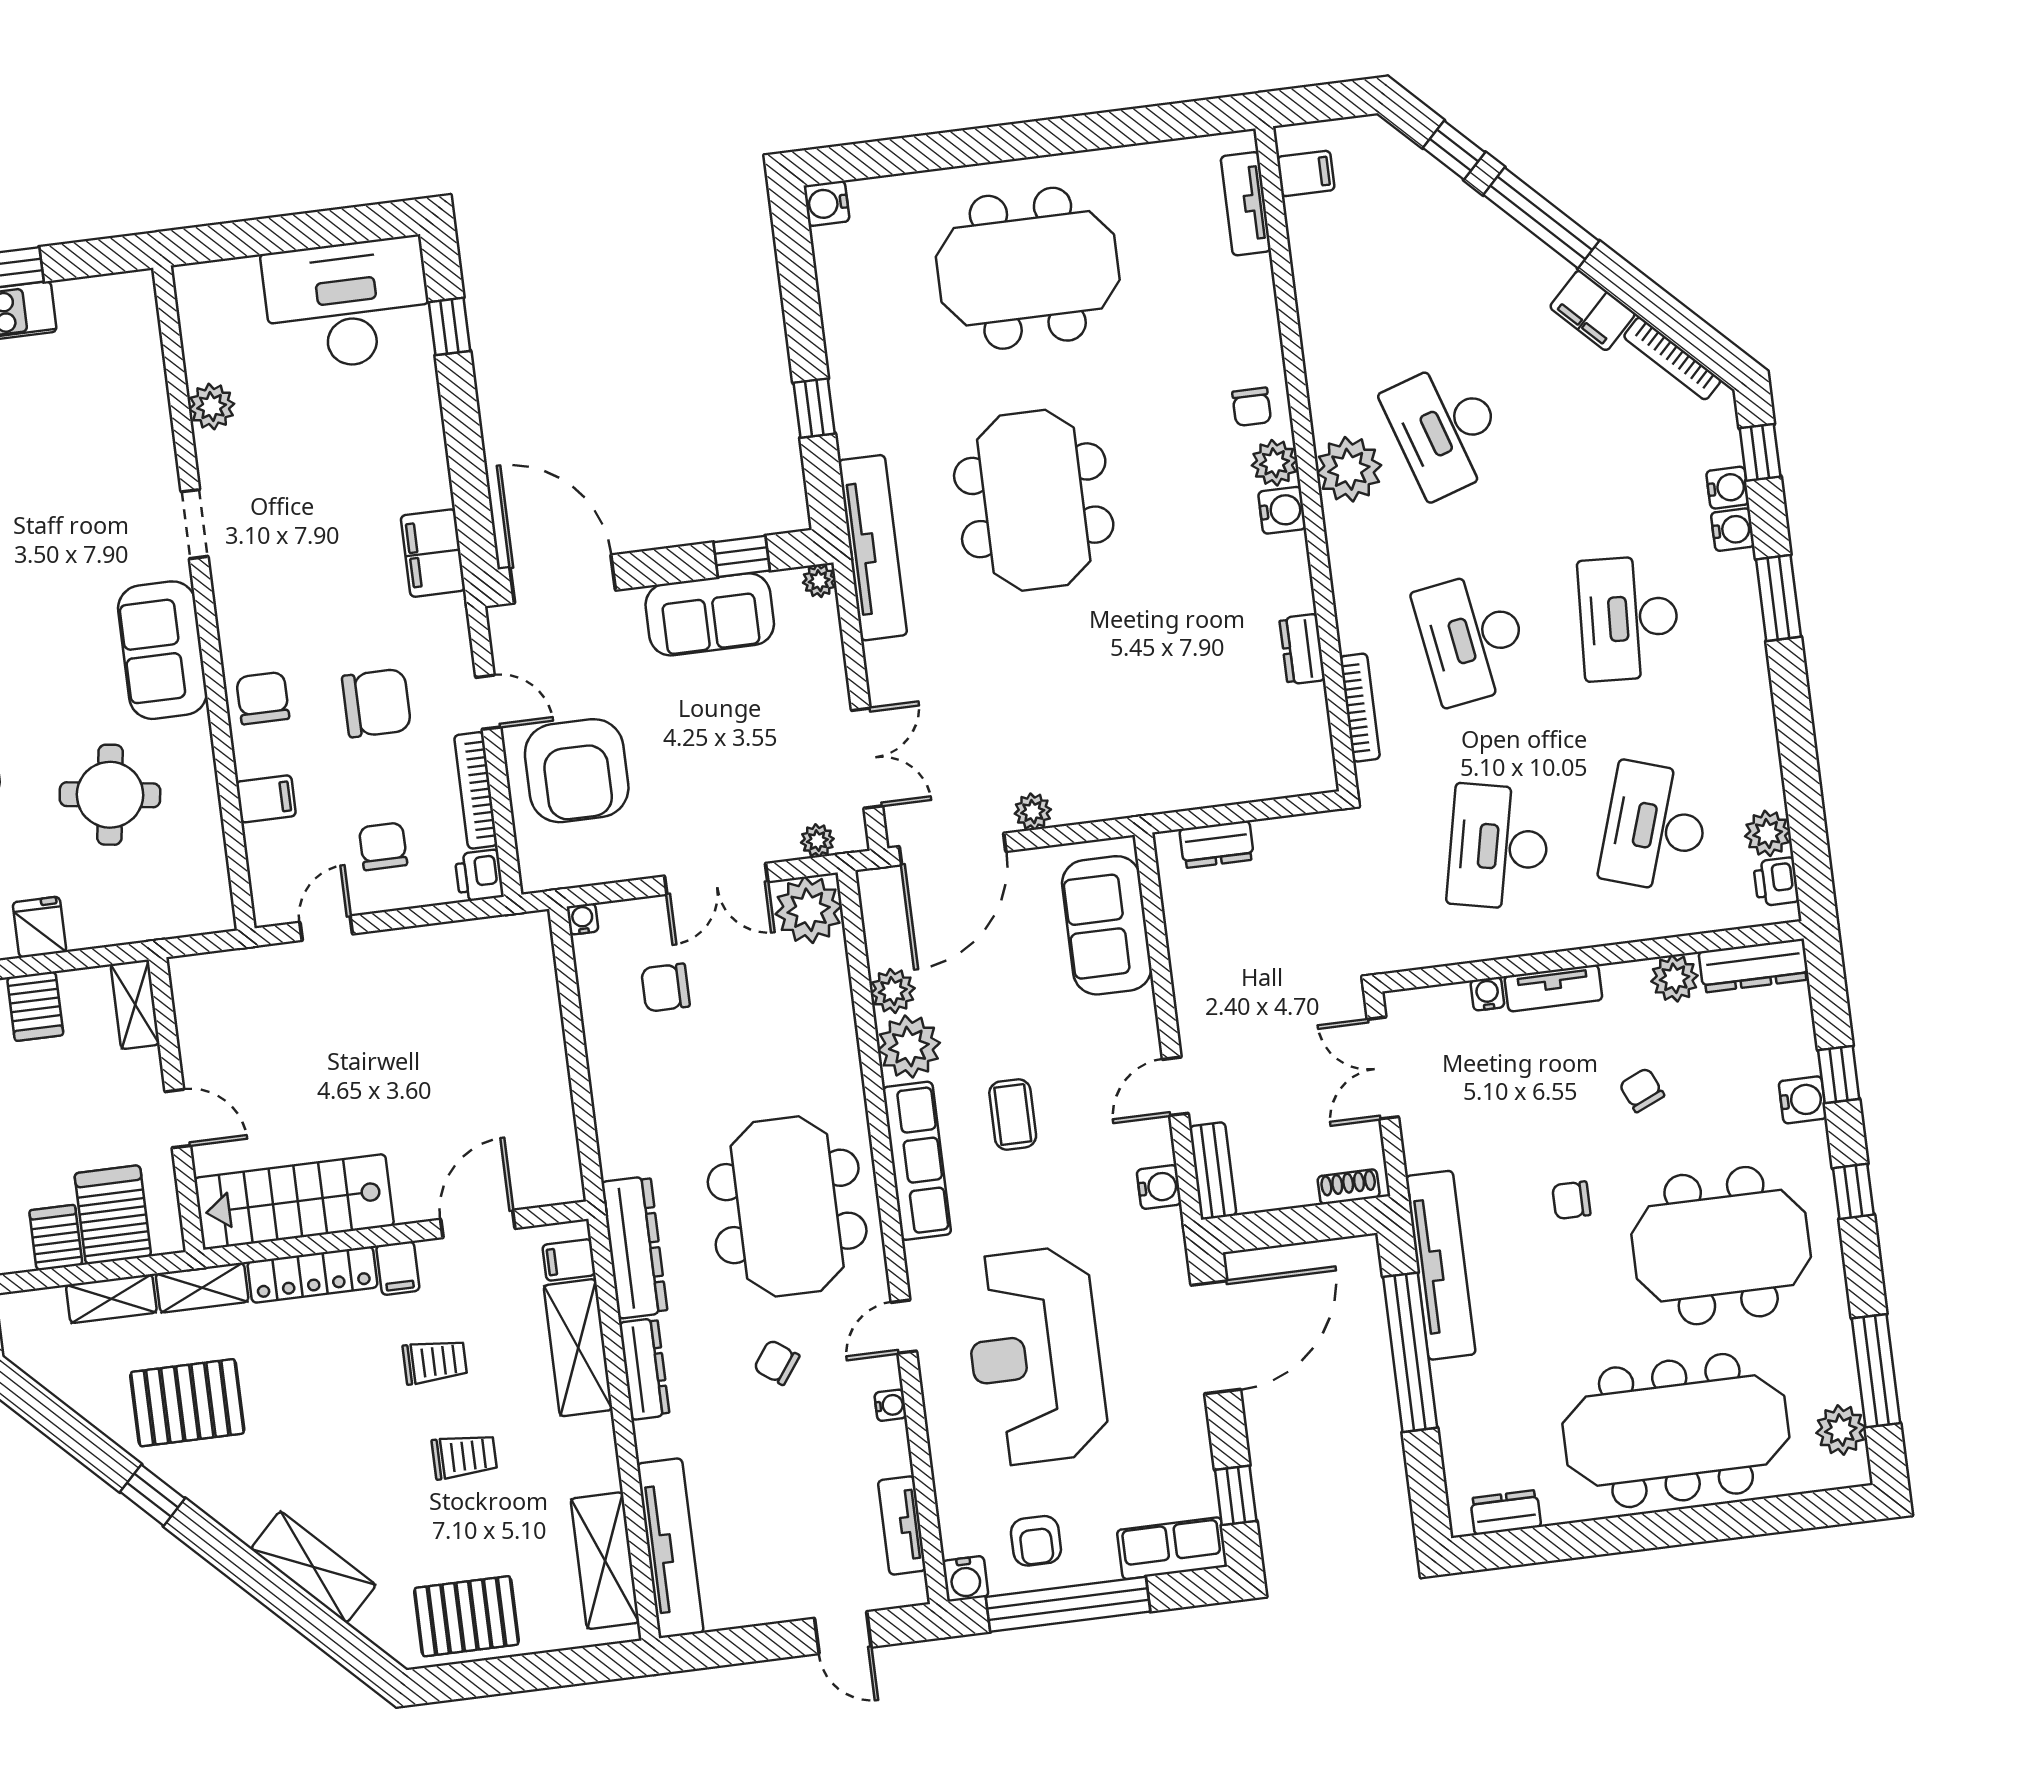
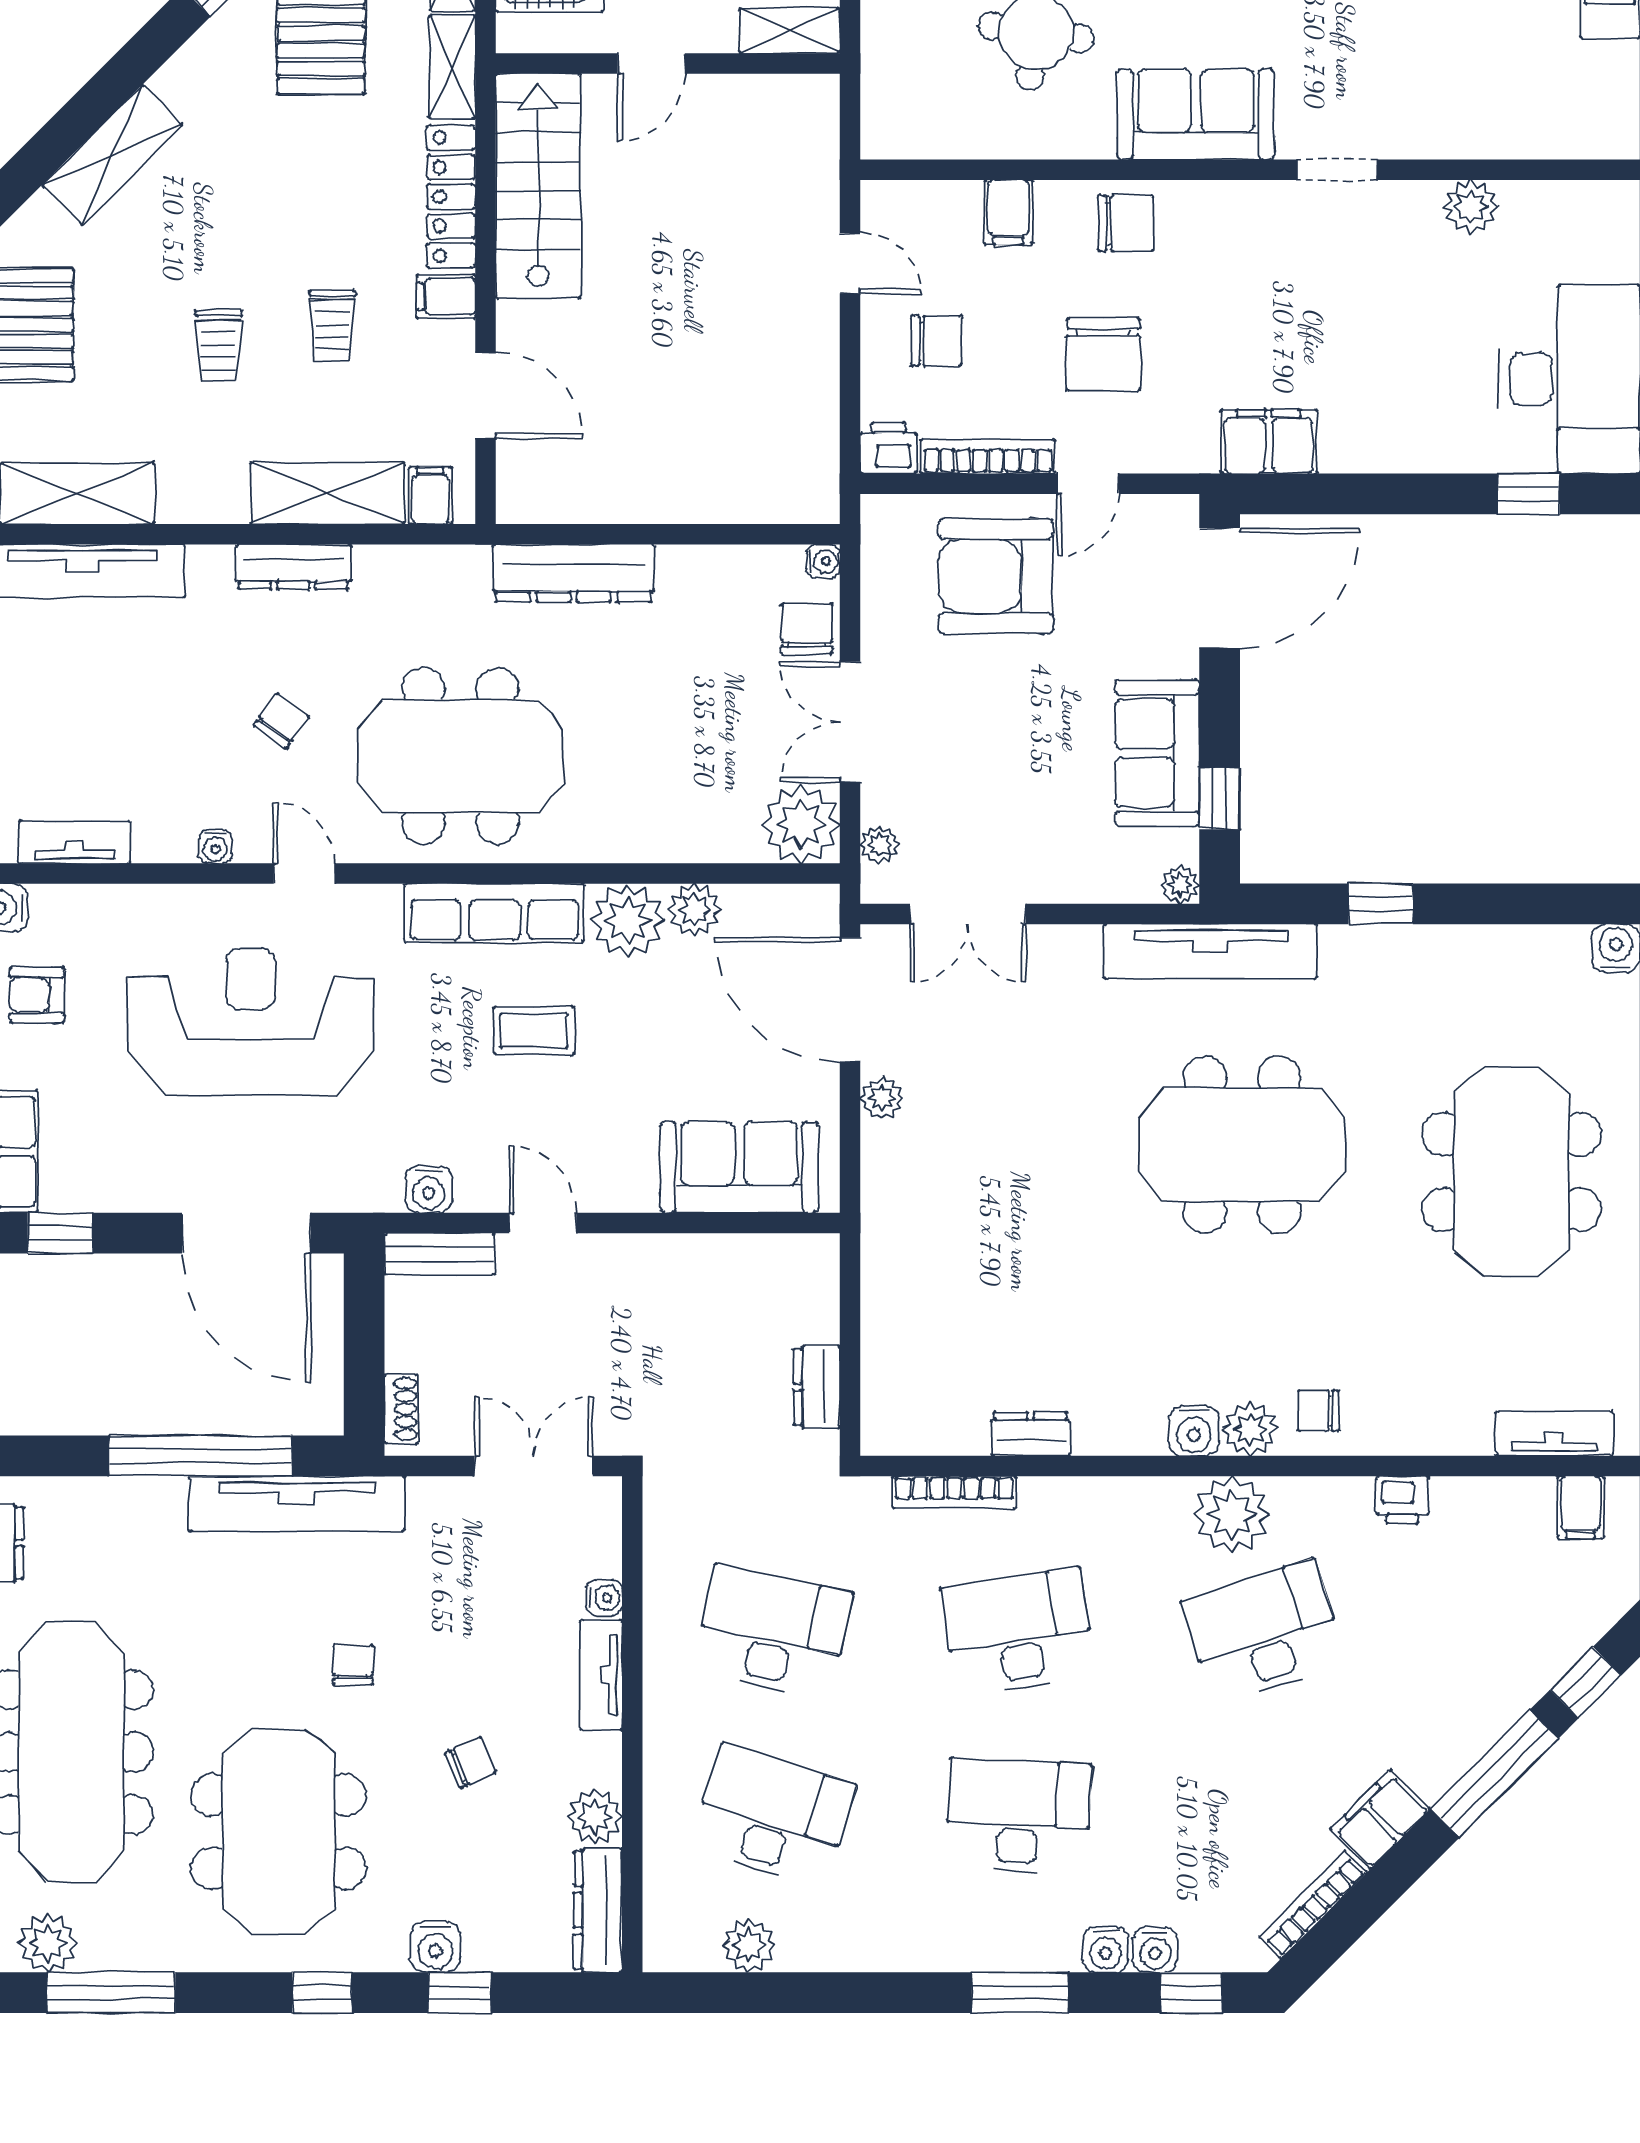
dresser: (1217, 844) -> (817, 1387), moved
printer: (1776, 882) -> (1403, 1500), moved, turned 180
chair: (665, 988) -> (807, 629), moved
dresser: (634, 1247) -> (574, 573), moved

